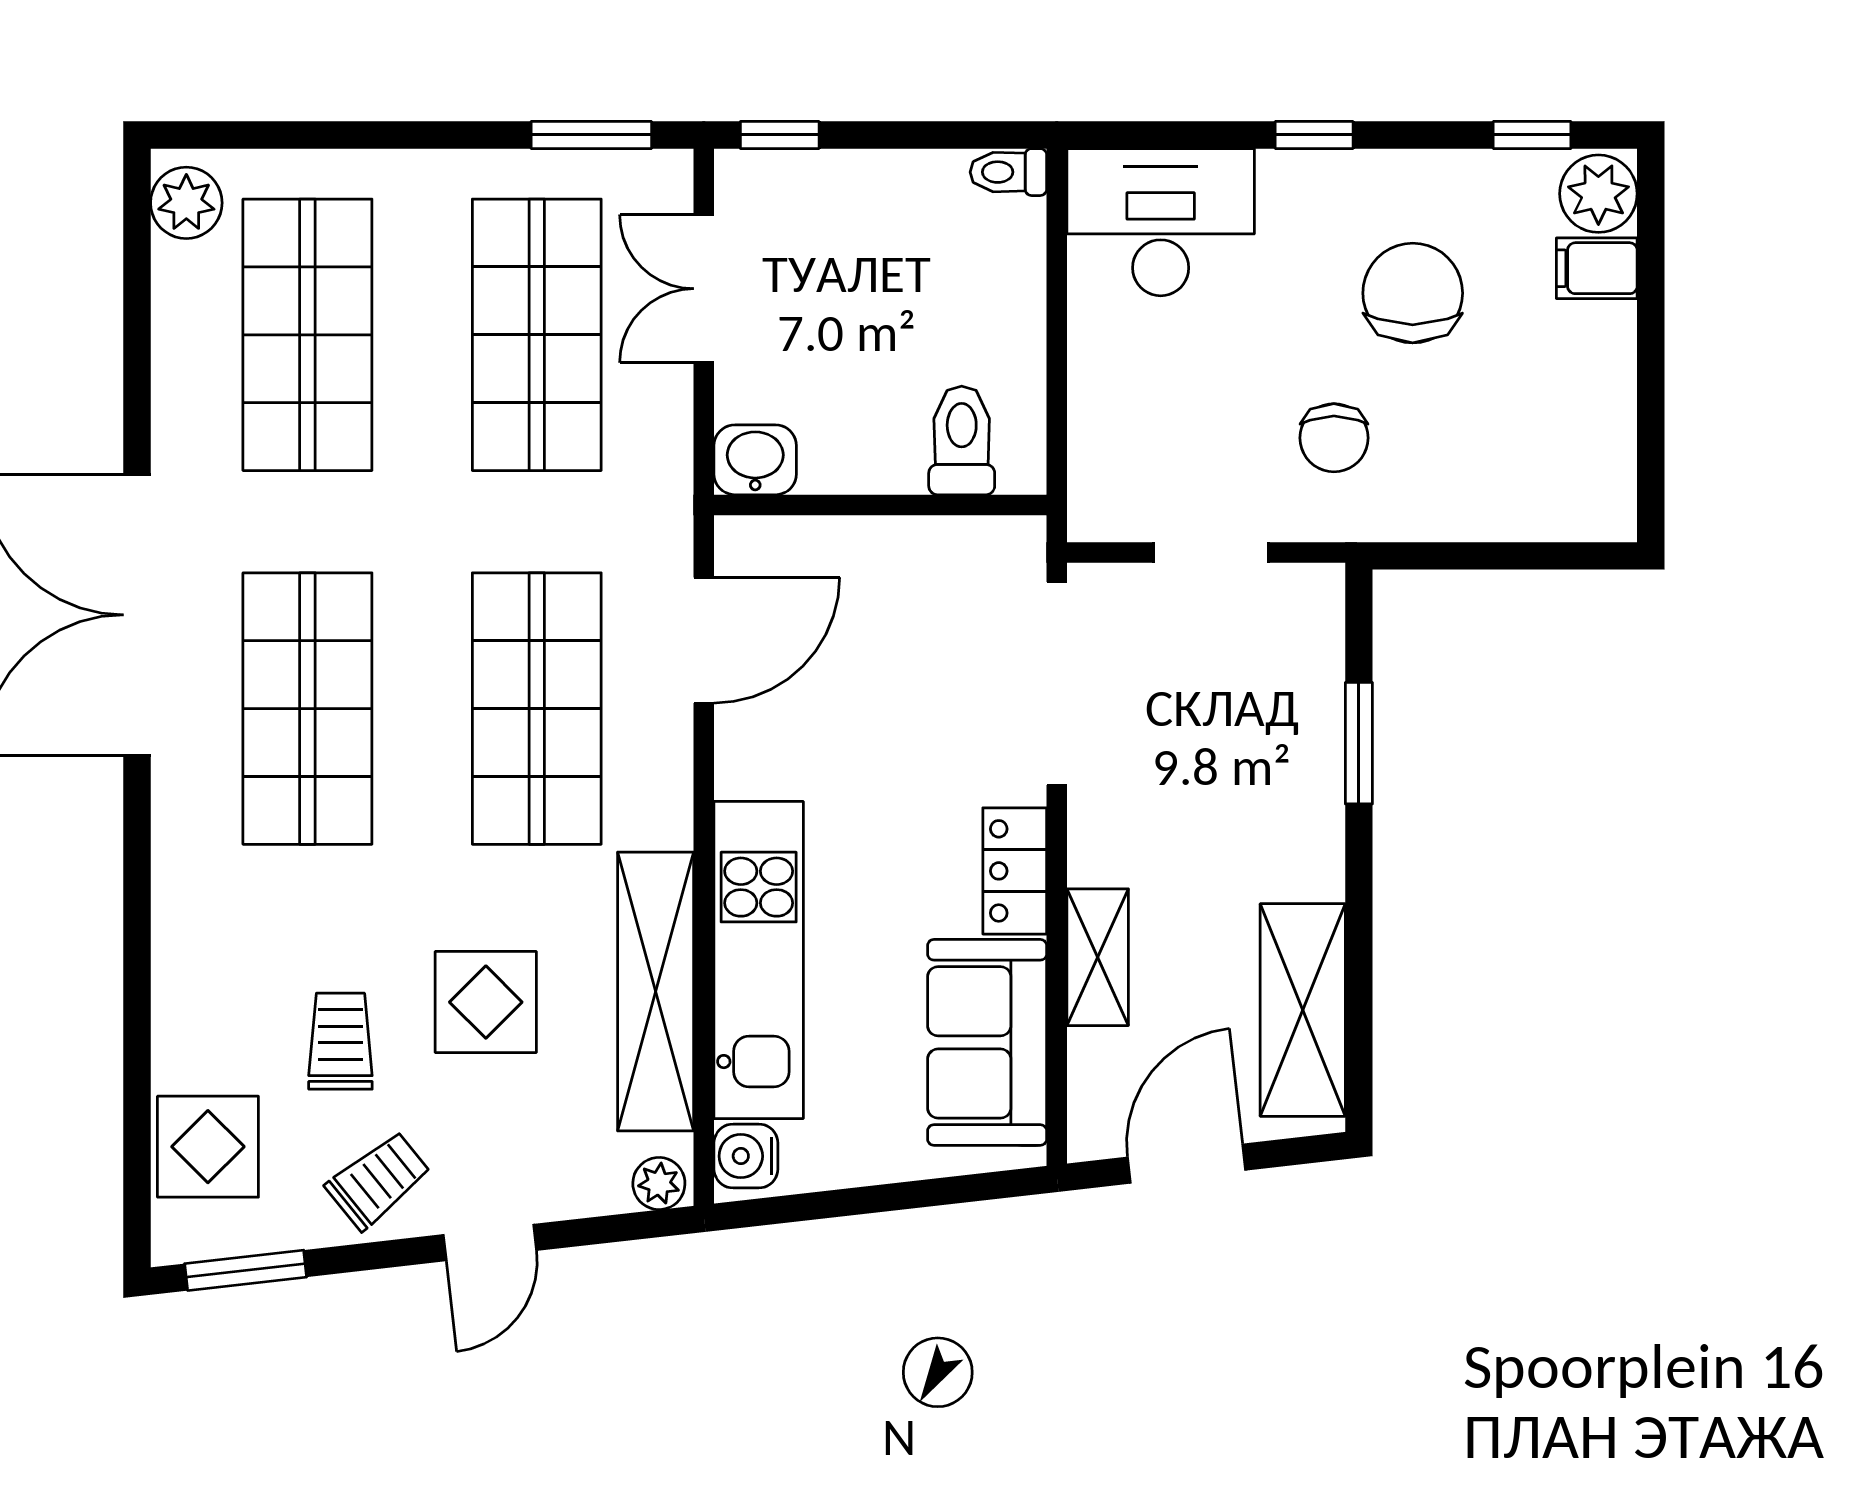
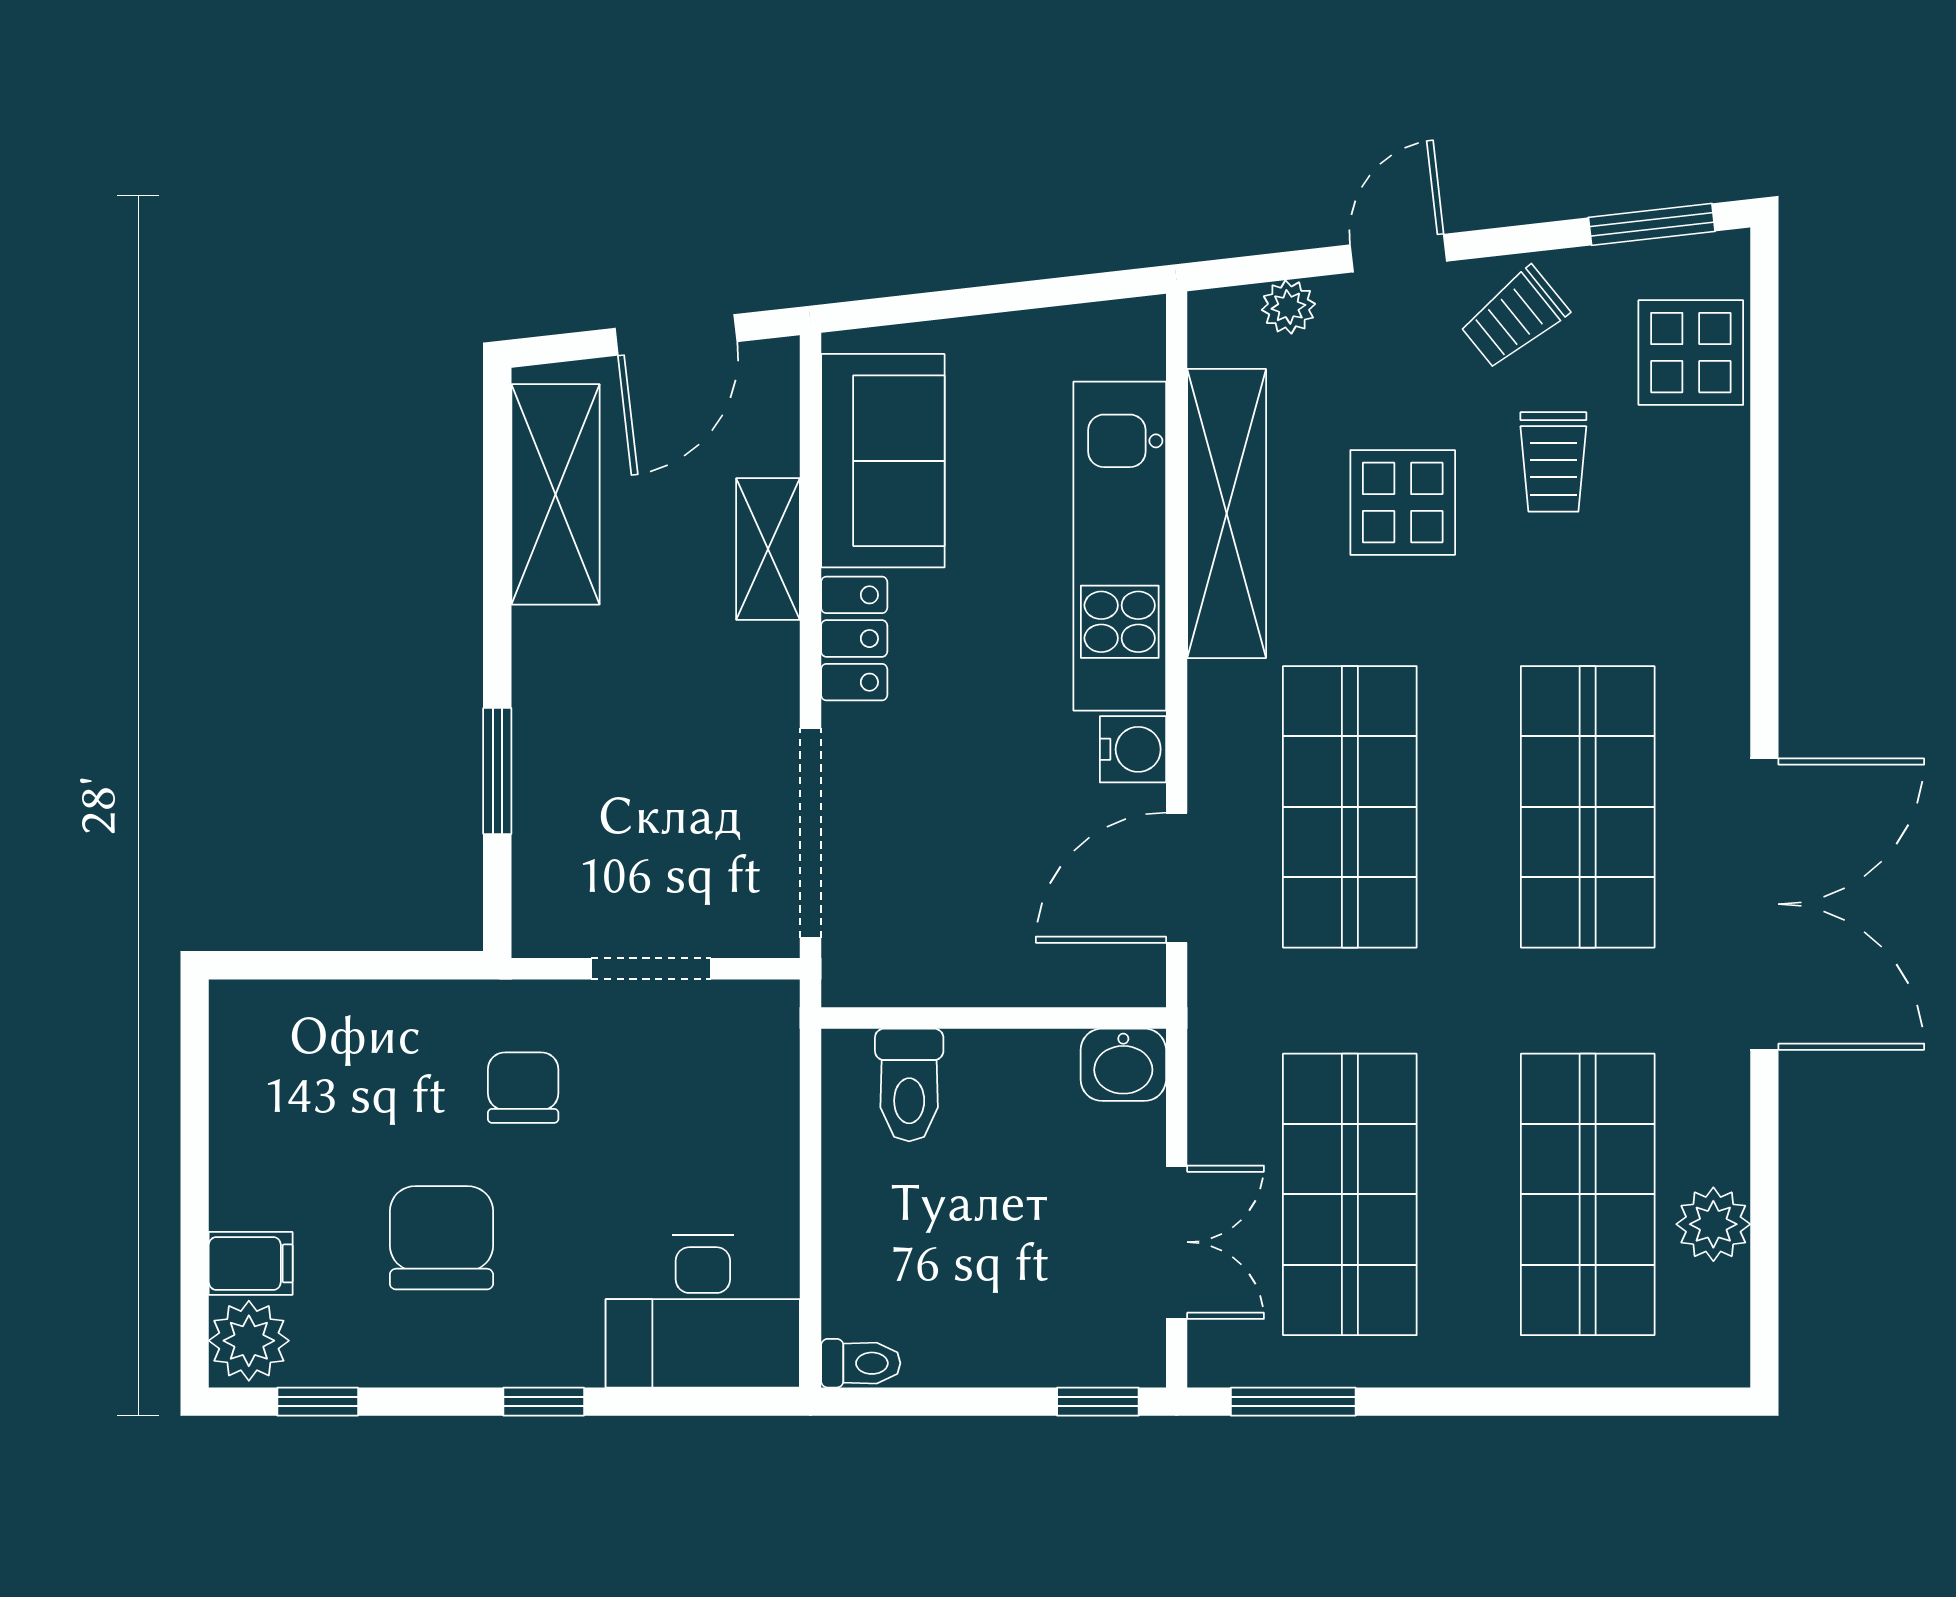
plant: (186, 203) -> (1713, 1224), moved
chair: (1413, 293) -> (441, 1238), turned 180
water cooler: (746, 1156) -> (1133, 749), moved
plant: (659, 1184) -> (1288, 307), moved

